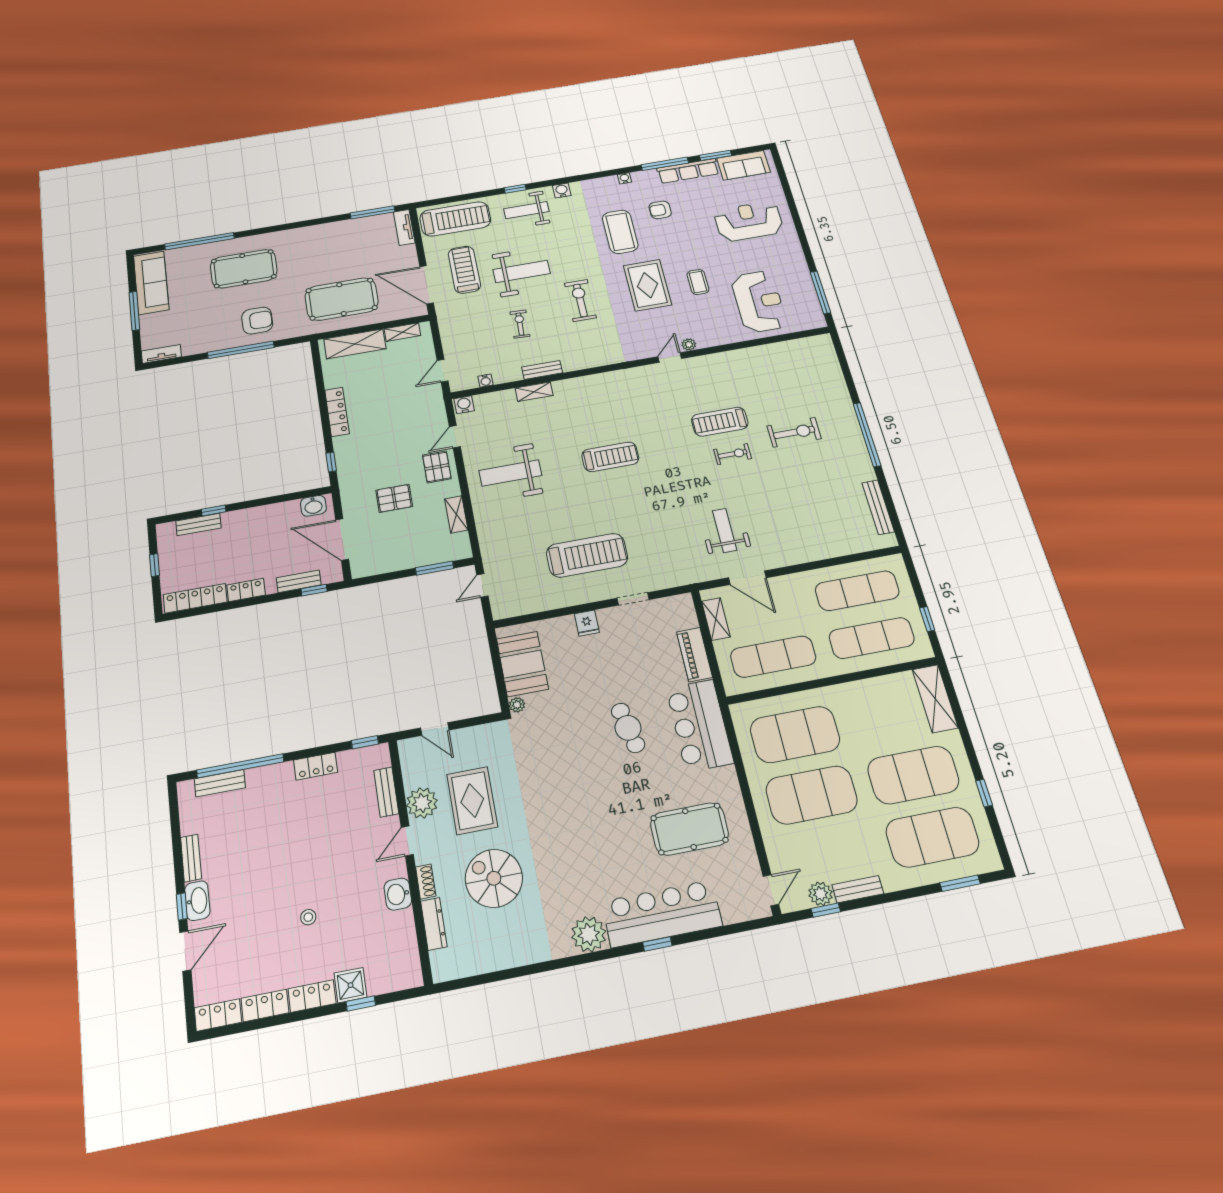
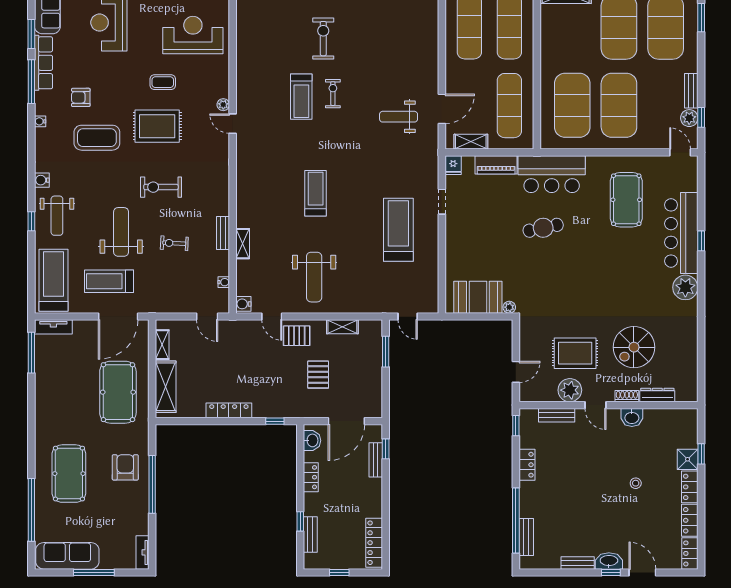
armchair: (660, 210) -> (81, 97), turned 90
locker: (246, 590) -> (311, 477), moved, turned 180
fridge: (587, 623) -> (453, 165), moved, turned 90

